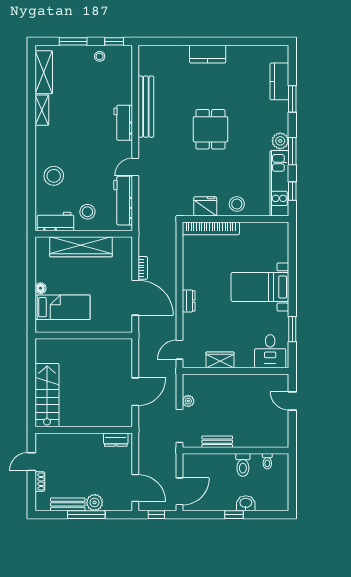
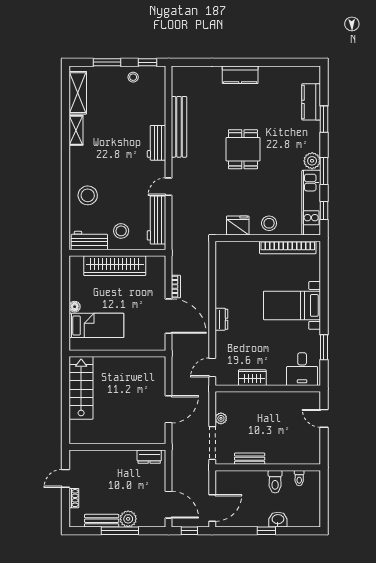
bookcase: (211, 228) -> (288, 247), moved
stairs: (47, 395) -> (81, 388), moved

